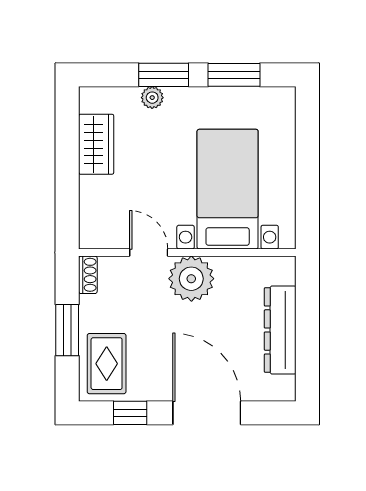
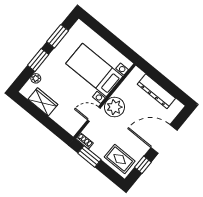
plant: (152, 98) -> (36, 78), moved
window: (67, 330) -> (89, 156), moved

